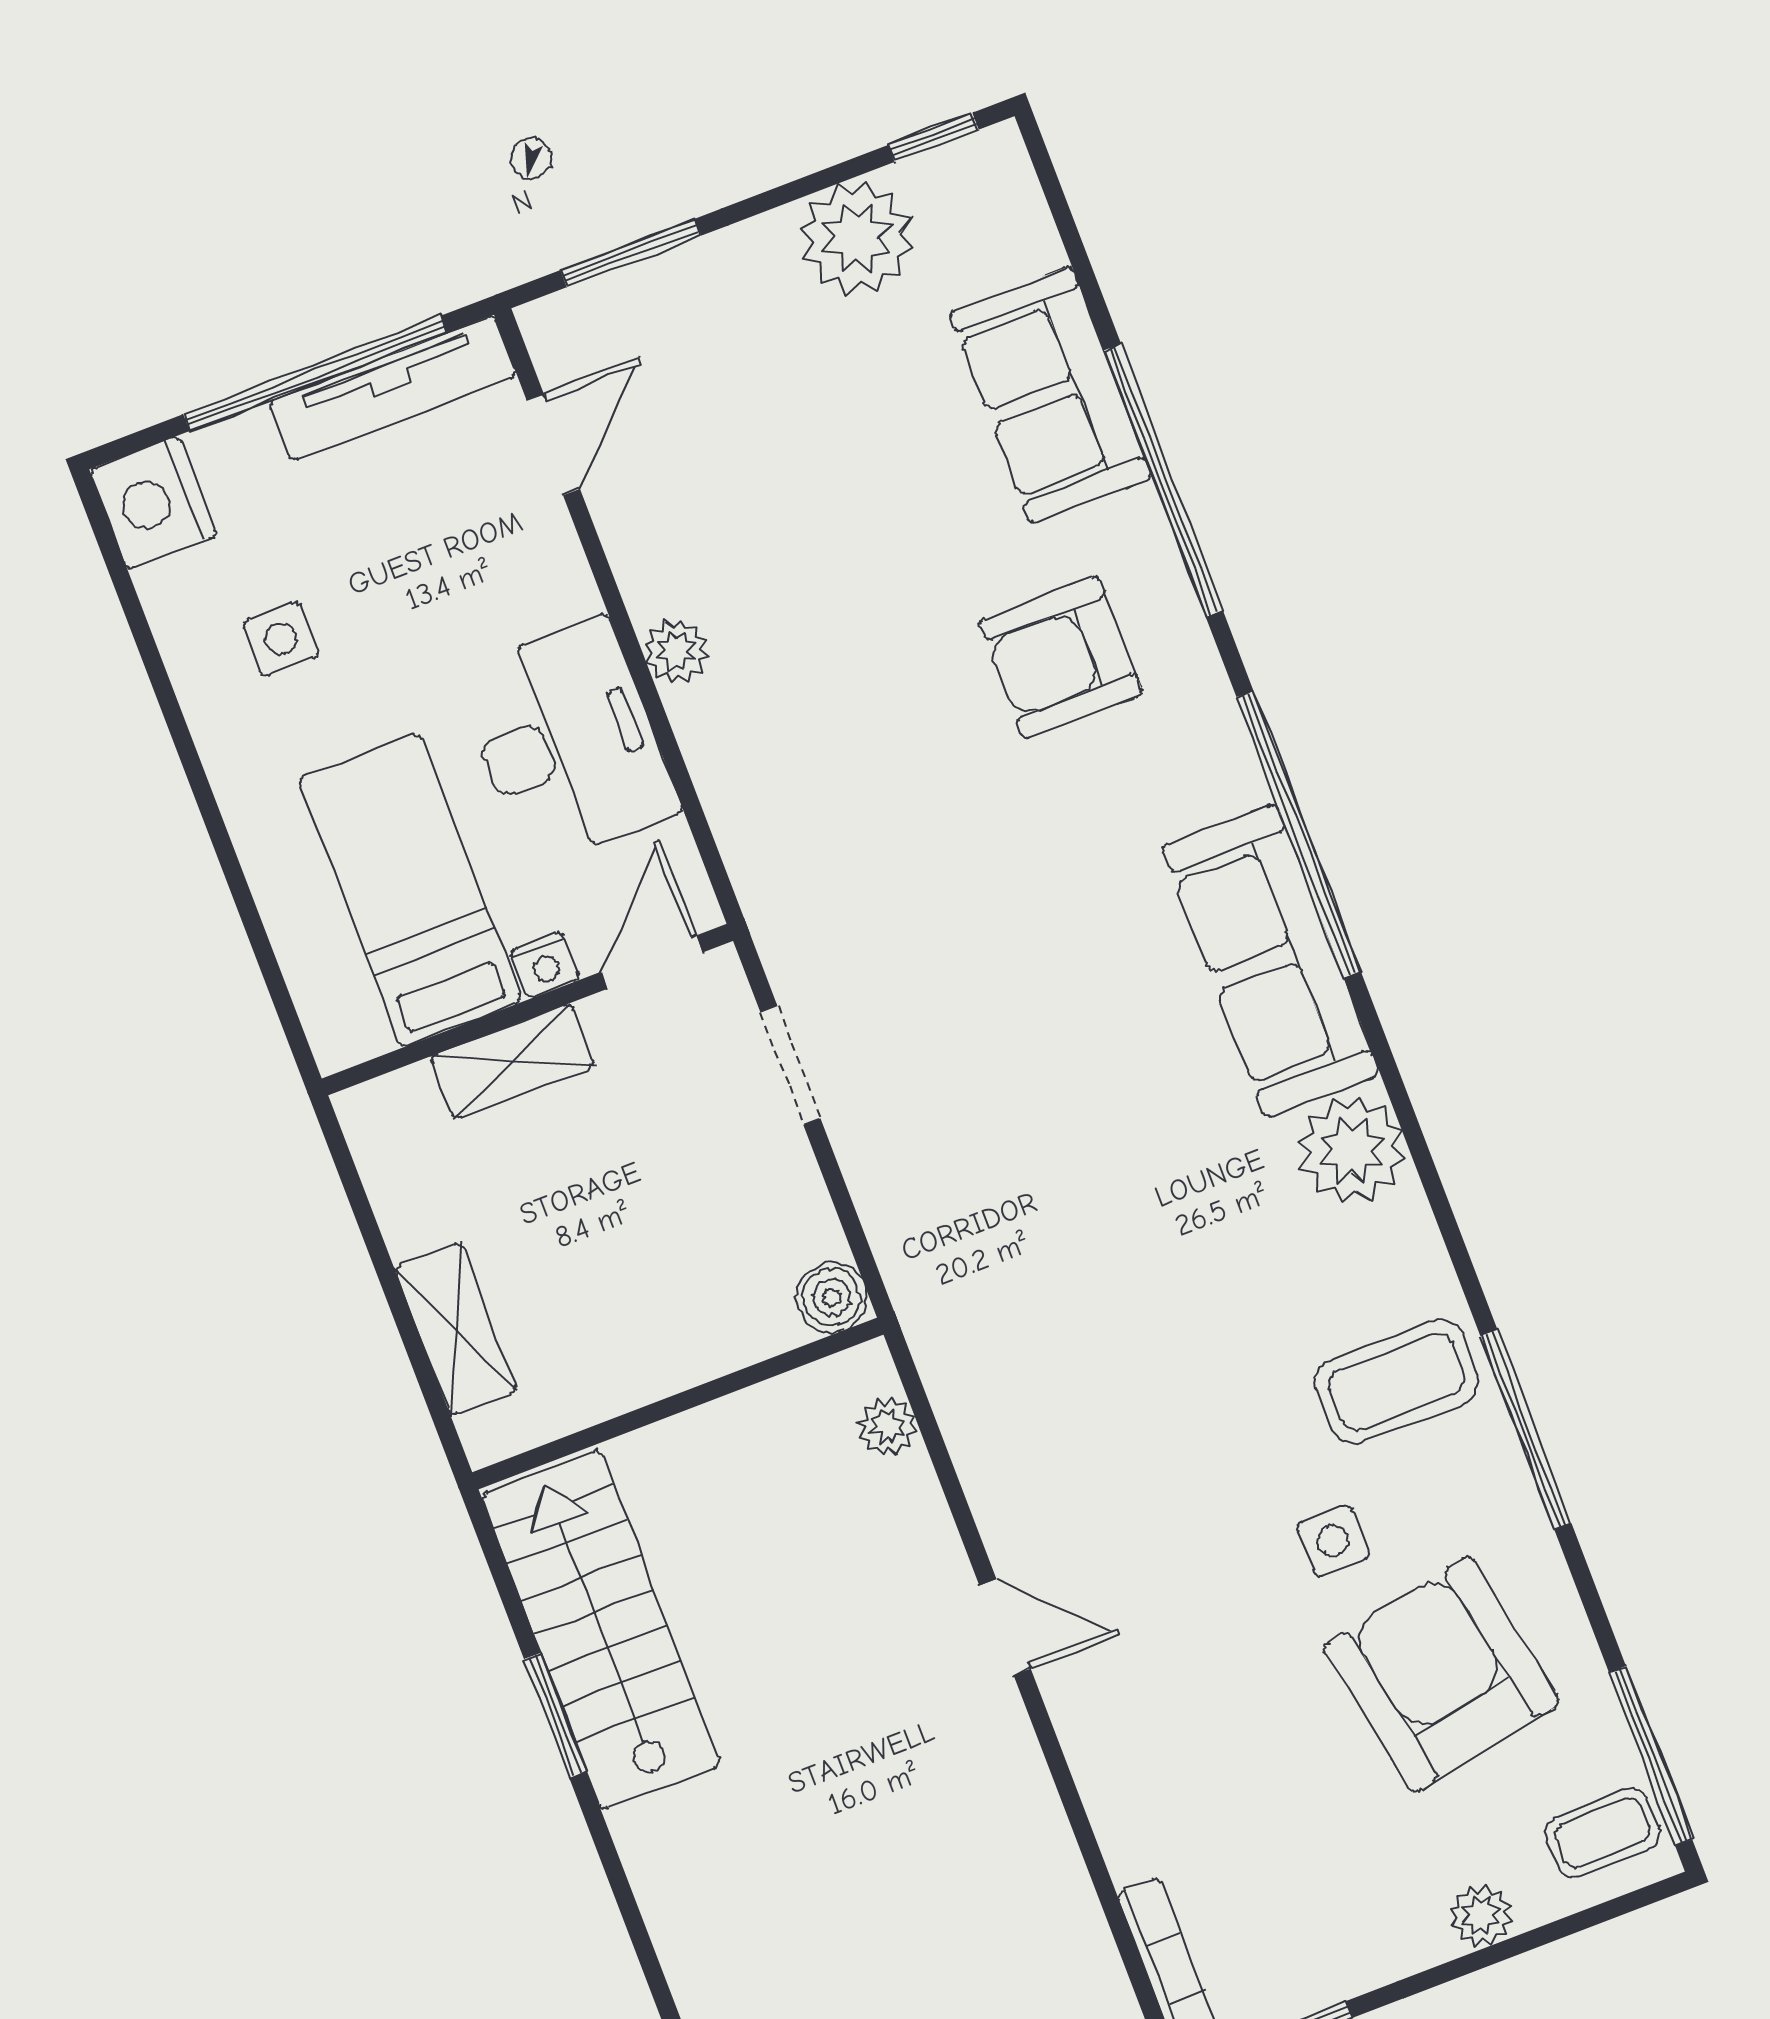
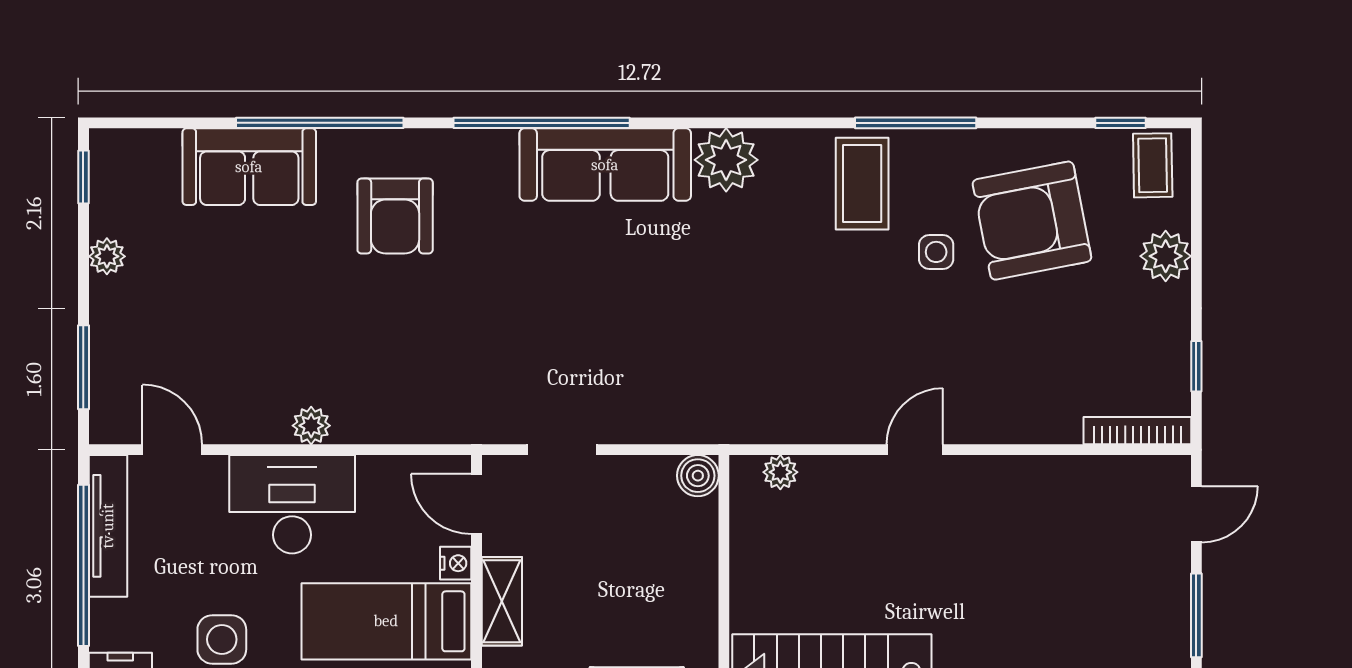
plant: (857, 238) -> (107, 256), width x0.53, depth x0.53
side table: (281, 639) -> (222, 639), width x1.37, depth x1.37
desk: (567, 742) -> (292, 504), moved
window: (1651, 1756) -> (1120, 123), width x0.46
plant: (1481, 1916) -> (1166, 256), width x1.38, depth x1.38

